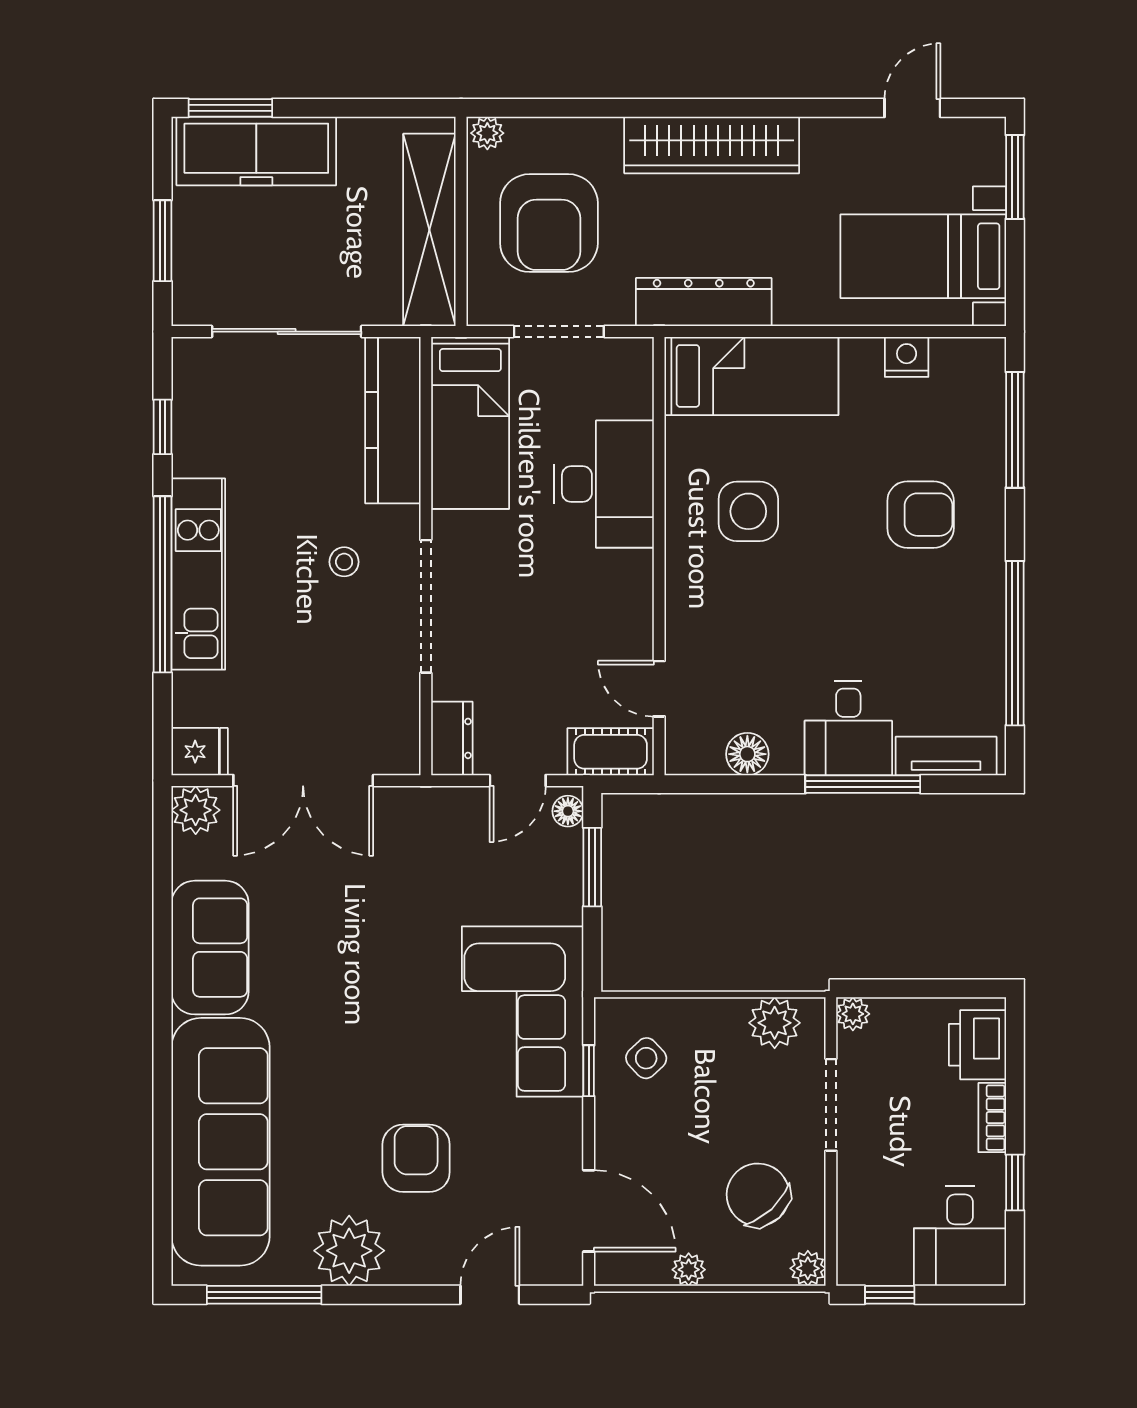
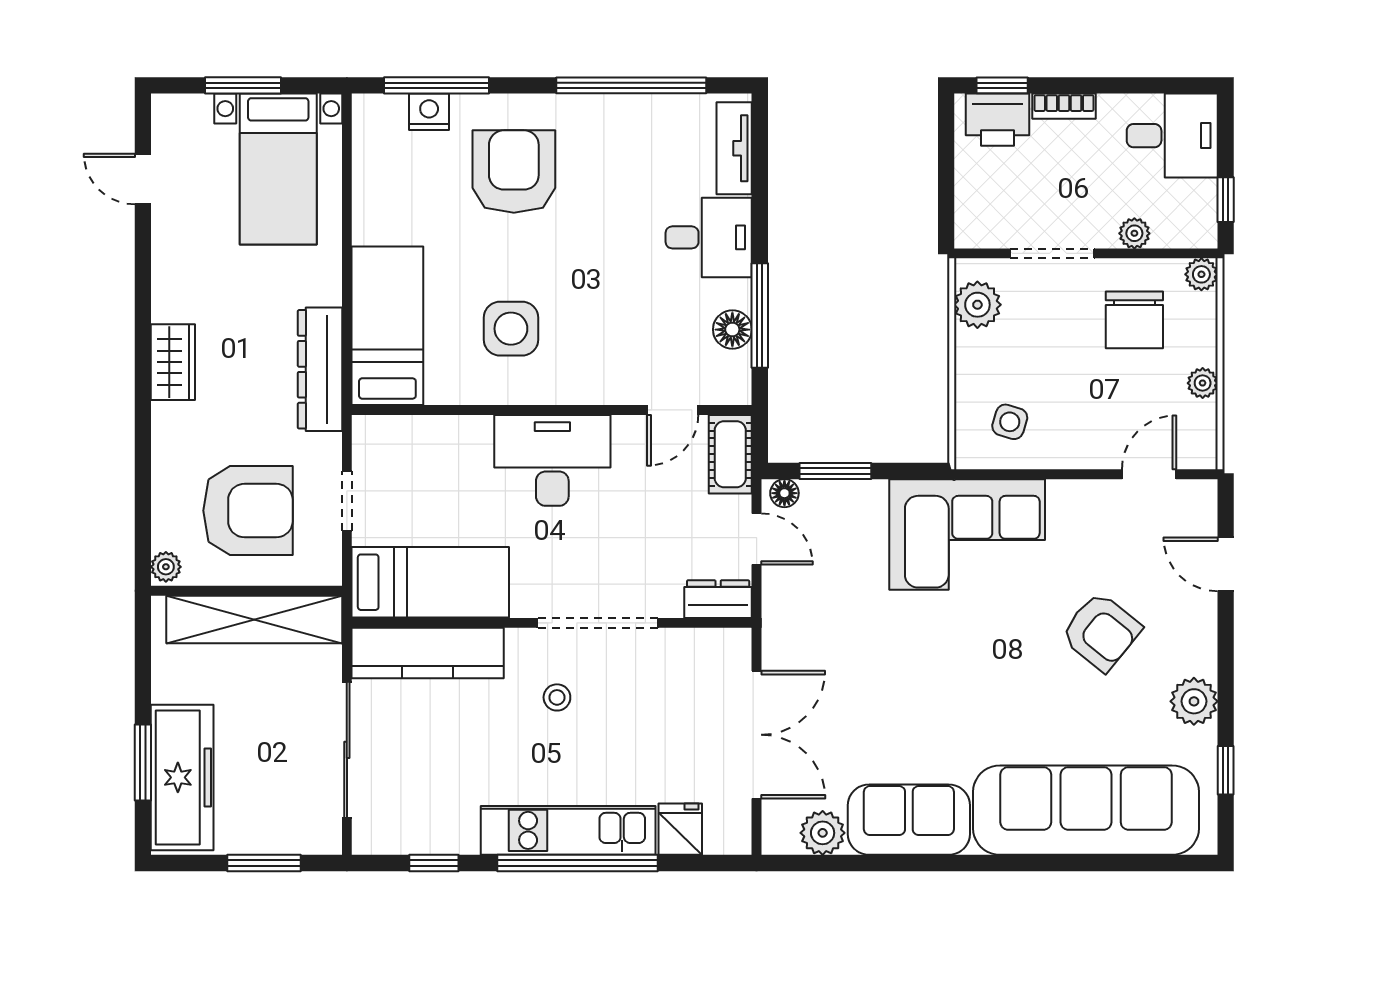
window: (230, 108) -> (143, 762), moved
wardrobe: (712, 145) -> (173, 362), width x0.48, depth x0.85
window: (1015, 177) -> (243, 85), moved
doorway: (559, 332) -> (347, 501), width x0.73
nightstand: (907, 357) -> (429, 112), moved, turned 90
desk: (604, 484) -> (552, 460), moved
armchair: (921, 515) -> (514, 172), width x1.36, depth x1.36
fridge: (200, 752) -> (680, 829), moved
window: (863, 784) -> (760, 315), moved
plant: (196, 810) -> (823, 833), moved
plant: (853, 1014) -> (1134, 233), moved
side table: (646, 1058) -> (1010, 422), turned -30
window: (589, 1071) -> (1021, 474), removed
armchair: (416, 1158) -> (1101, 632), turned -141
window: (1015, 1182) -> (1002, 85), moved
chair: (758, 1195) -> (1134, 320), turned -47
door: (589, 1211) -> (1149, 474), width x0.73
plant: (349, 1251) -> (1194, 701), width x0.73, depth x0.73
window: (264, 1295) -> (1226, 770), width x0.46

